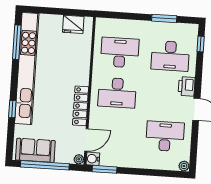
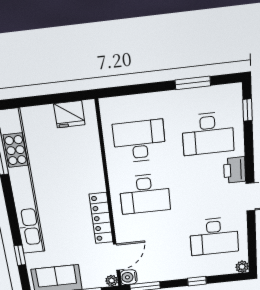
window: (12, 109) -> (20, 255), moved
desk: (165, 136) -> (214, 236), turned 180
window: (147, 172) -> (197, 281), added

